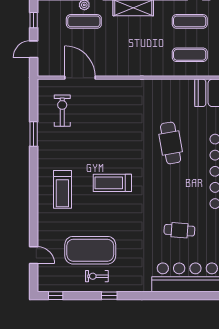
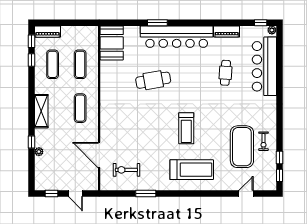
exercise mat: (84, 21) -> (80, 108), moved
door: (80, 78) -> (99, 155), hinge flipped
treadmill: (62, 189) -> (192, 170), width x1.37, depth x1.38
window: (109, 296) -> (280, 157), moved

